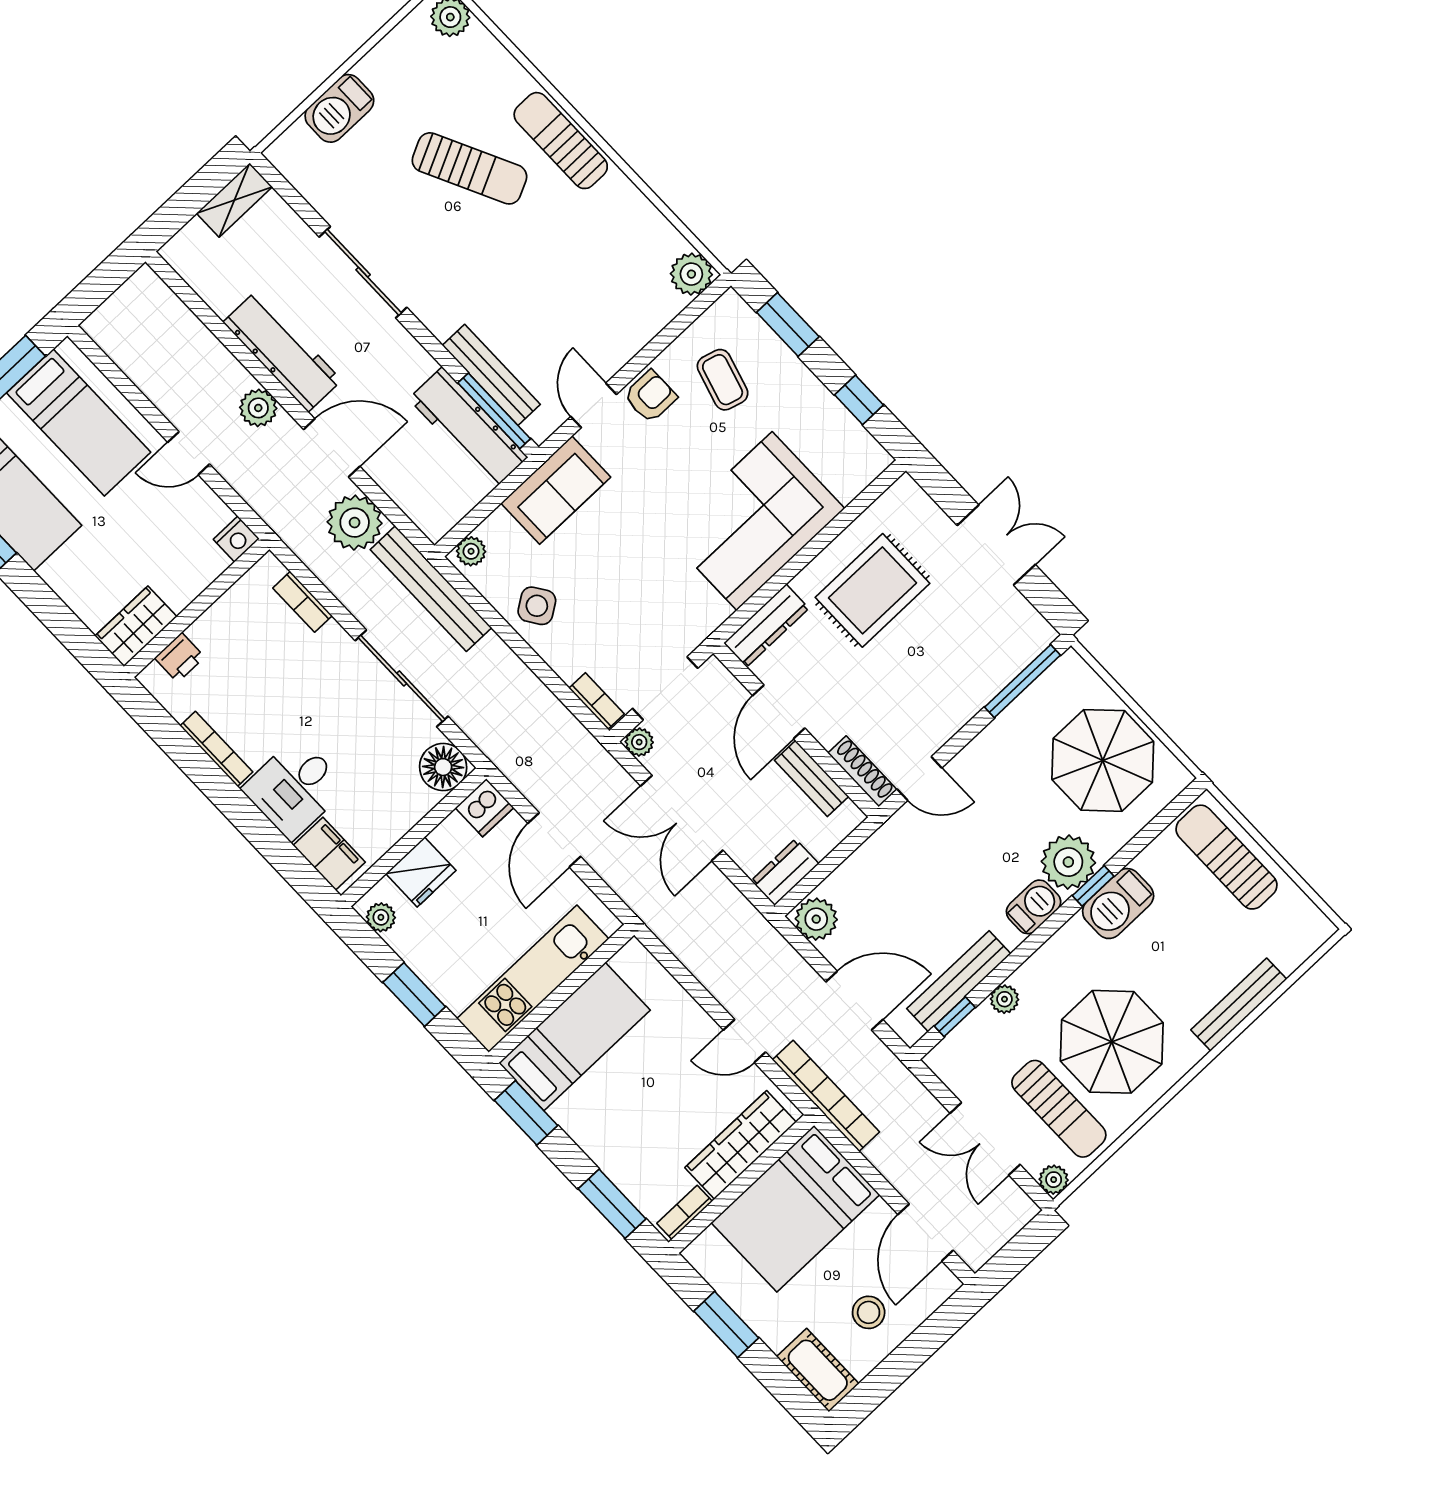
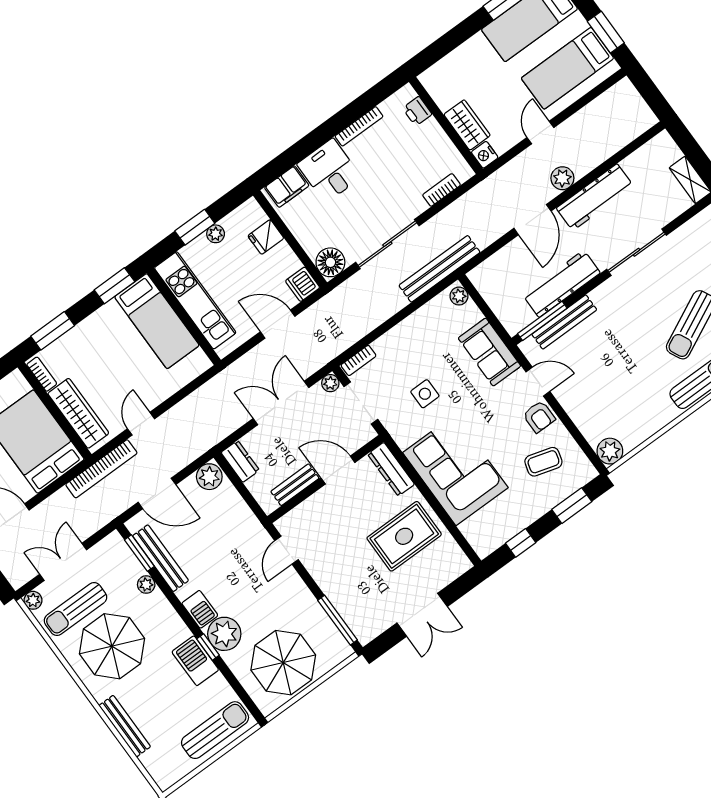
workbench: (468, 428) -> (561, 284), moved
plant: (355, 523) -> (485, 228), removed
rug: (873, 590) -> (404, 536), turned 90
side table: (537, 606) -> (425, 394), moved, turned 34
wardrobe: (136, 626) -> (467, 125), moved
shoe rack: (862, 771) -> (295, 516), removed
fridge: (421, 872) -> (266, 237), width x0.72
plant: (381, 917) -> (216, 234), moved
door: (854, 1001) -> (157, 493), hinge flipped
window: (955, 1017) -> (139, 553), width x1.50

